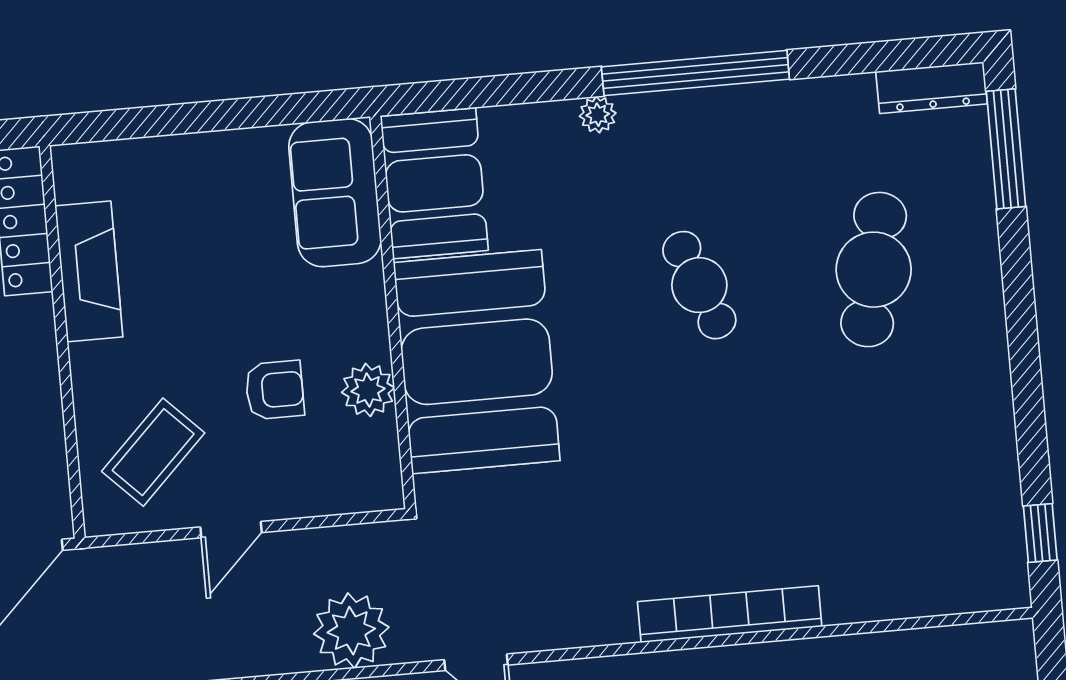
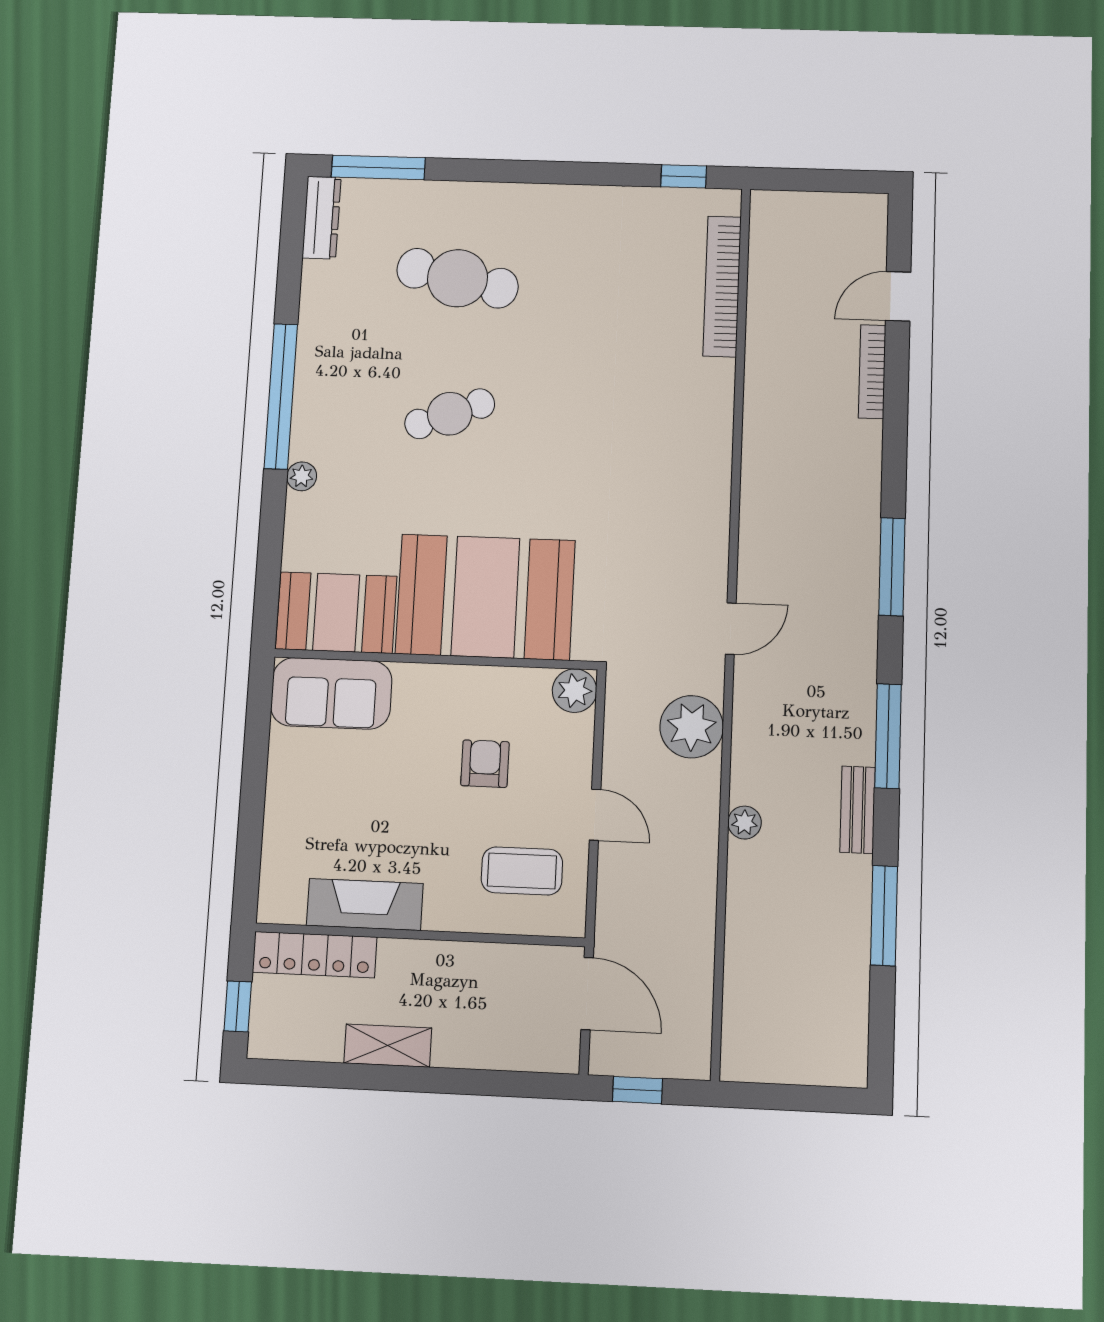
plant: (368, 390) -> (575, 691), moved
coffee table: (153, 452) -> (522, 871), turned -45
bookcase: (730, 614) -> (722, 286), moved

